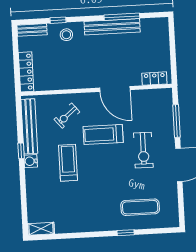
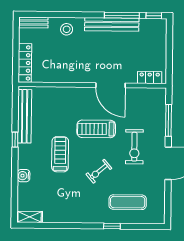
window: (58, 20) -> (154, 16), moved
exercise bike: (67, 116) -> (99, 171), moved
water cooler: (31, 161) -> (24, 176), moved

